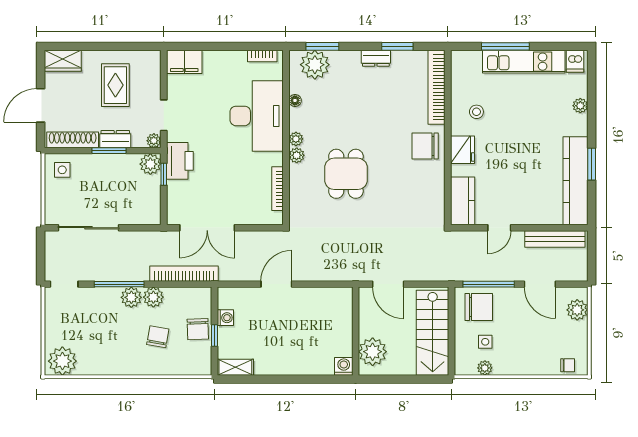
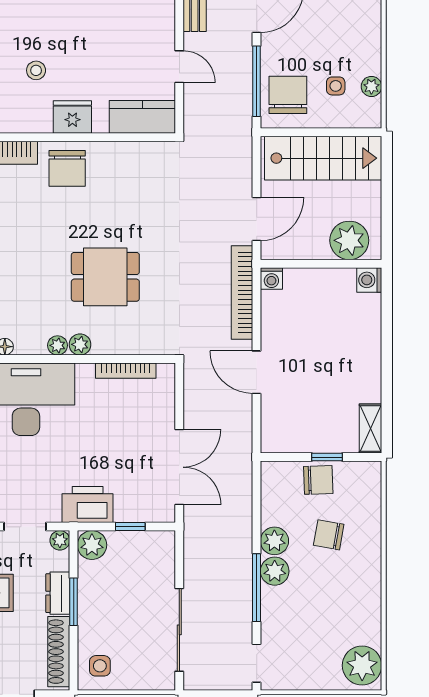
stool: (476, 112) -> (36, 70), moved
window: (164, 174) -> (130, 527), moved
bookcase: (184, 274) -> (242, 292), moved
washing machine: (225, 318) -> (271, 278), moved, turned 180

